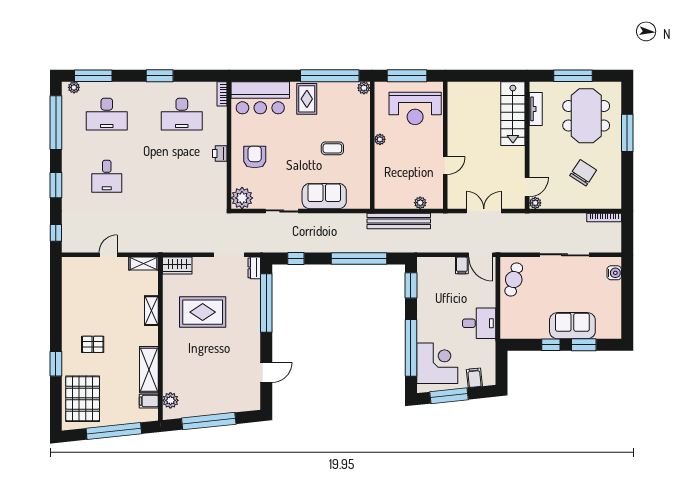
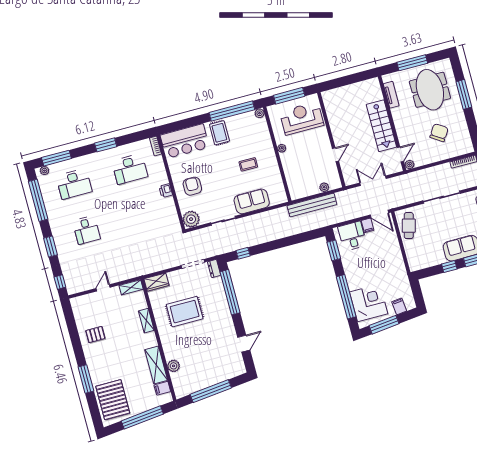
reception desk: (415, 108) -> (302, 118), turned 180
stairs: (513, 114) -> (381, 126), moved
window: (359, 258) -> (290, 241), removed
desk: (479, 323) -> (352, 236), moved, turned -90
pallet: (93, 344) -> (95, 335), moved
window: (56, 364) -> (86, 379), width x1.44
plant: (170, 400) -> (174, 366), moved

